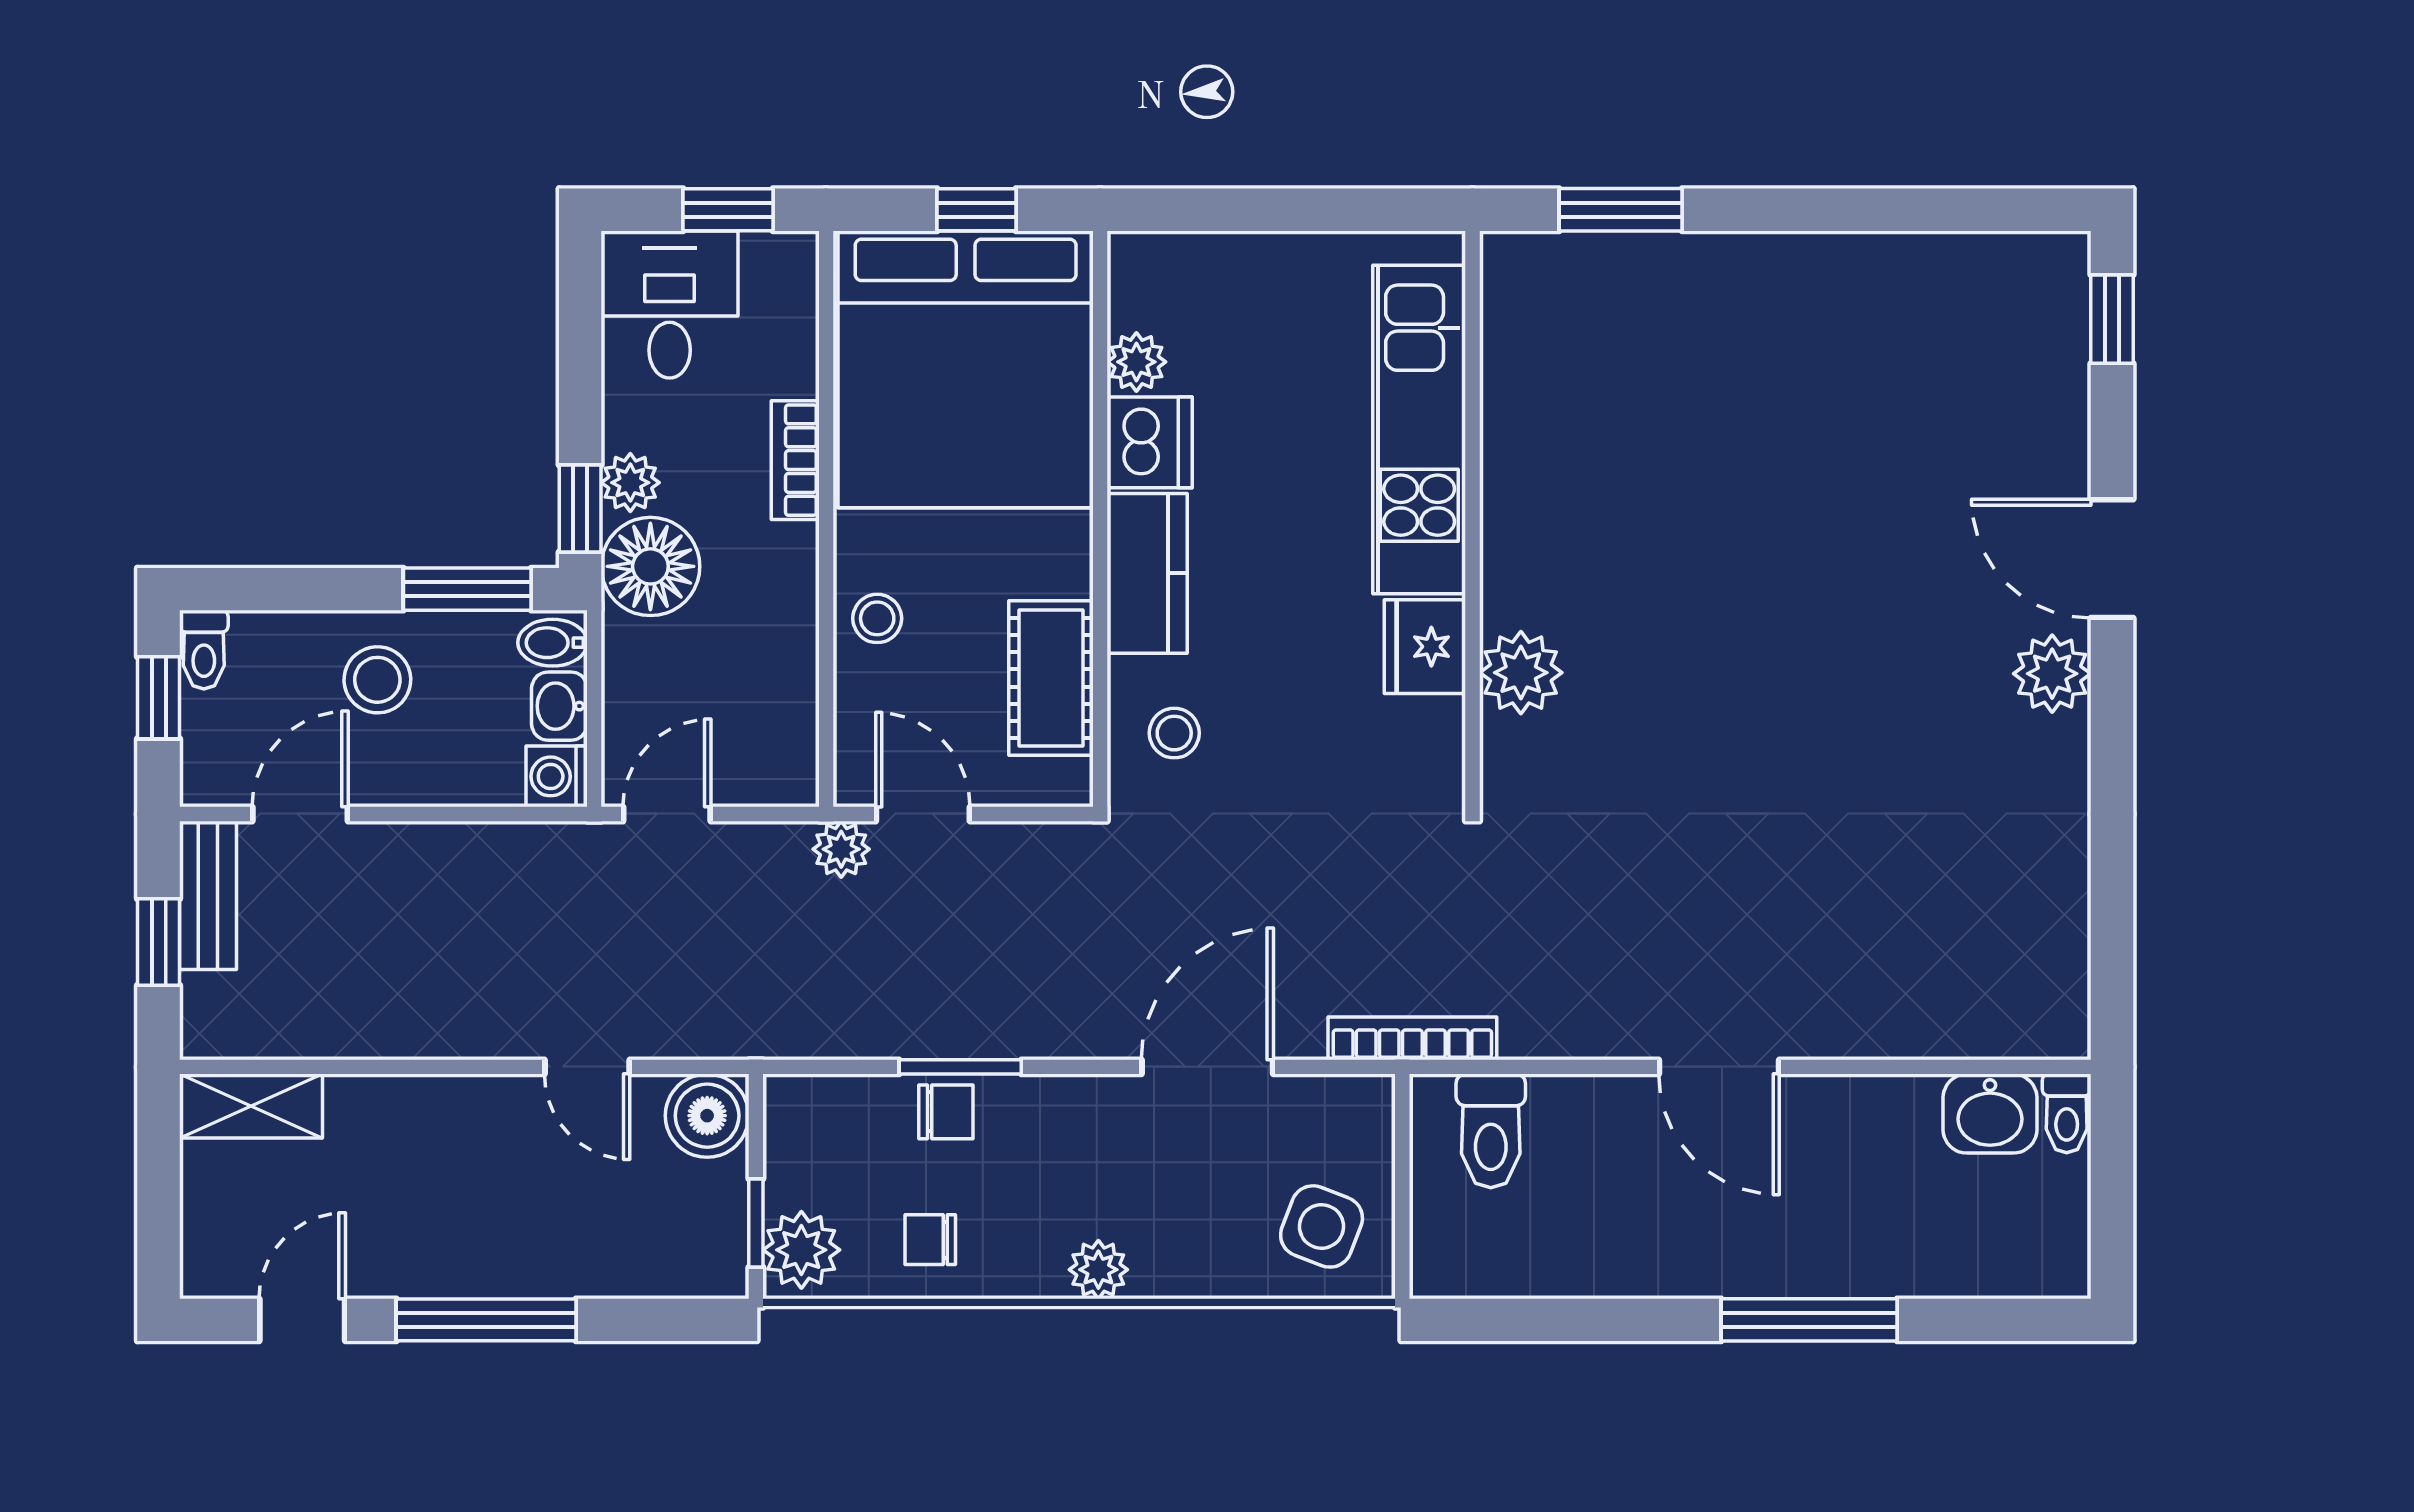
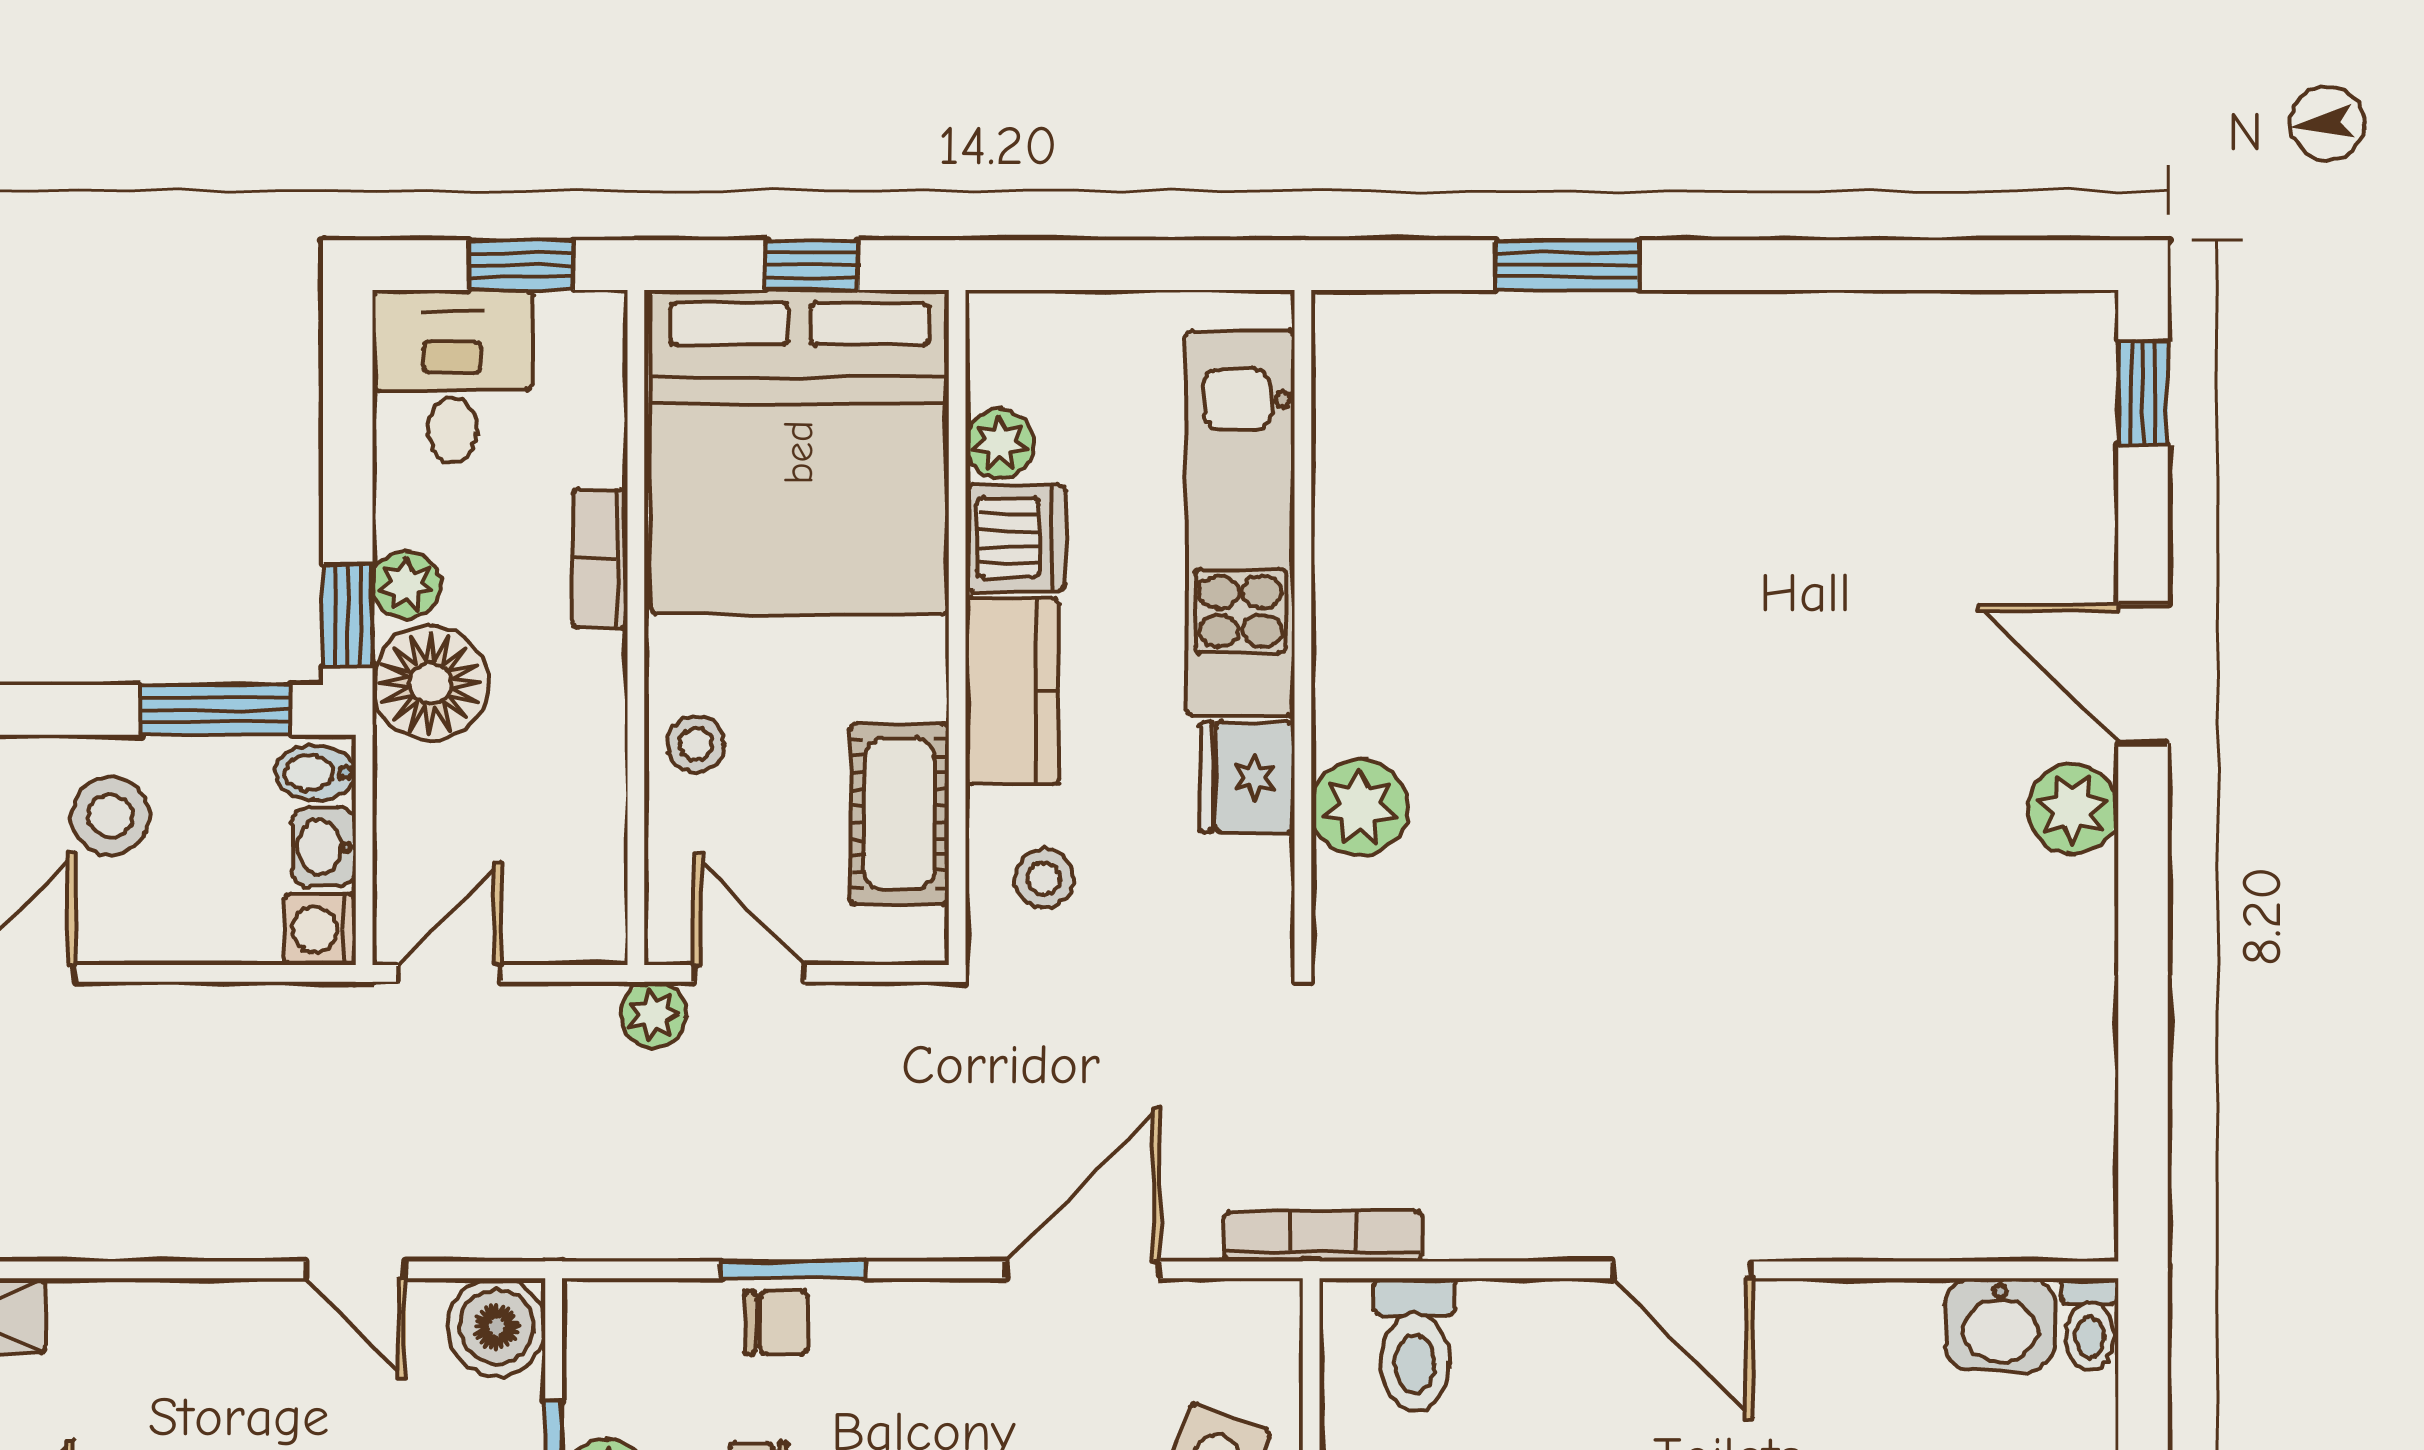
kitchen unit: (1419, 430) -> (1240, 523), moved
wall: (1473, 519) -> (1303, 627), moved
fridge: (1425, 647) -> (1247, 777), moved
plant: (1521, 673) -> (1360, 808), moved

